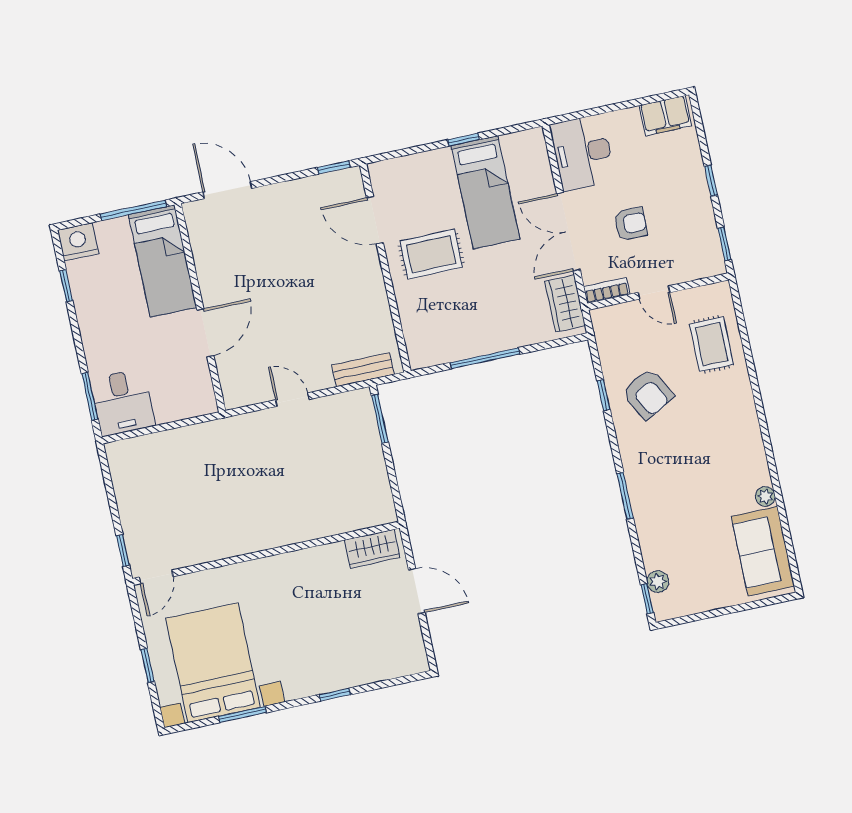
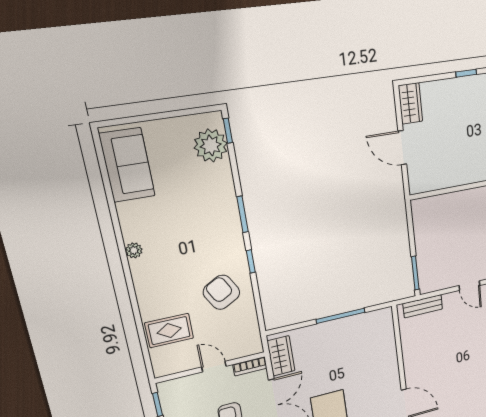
rug: (431, 254) -> (371, 384), removed
rug: (712, 344) -> (169, 331), turned 90
window: (604, 395) -> (251, 261), moved
plant: (765, 496) -> (134, 250), moved
wardrobe: (372, 549) -> (410, 103), moved, turned 90
plant: (658, 582) -> (211, 145), width x1.87, depth x1.87

